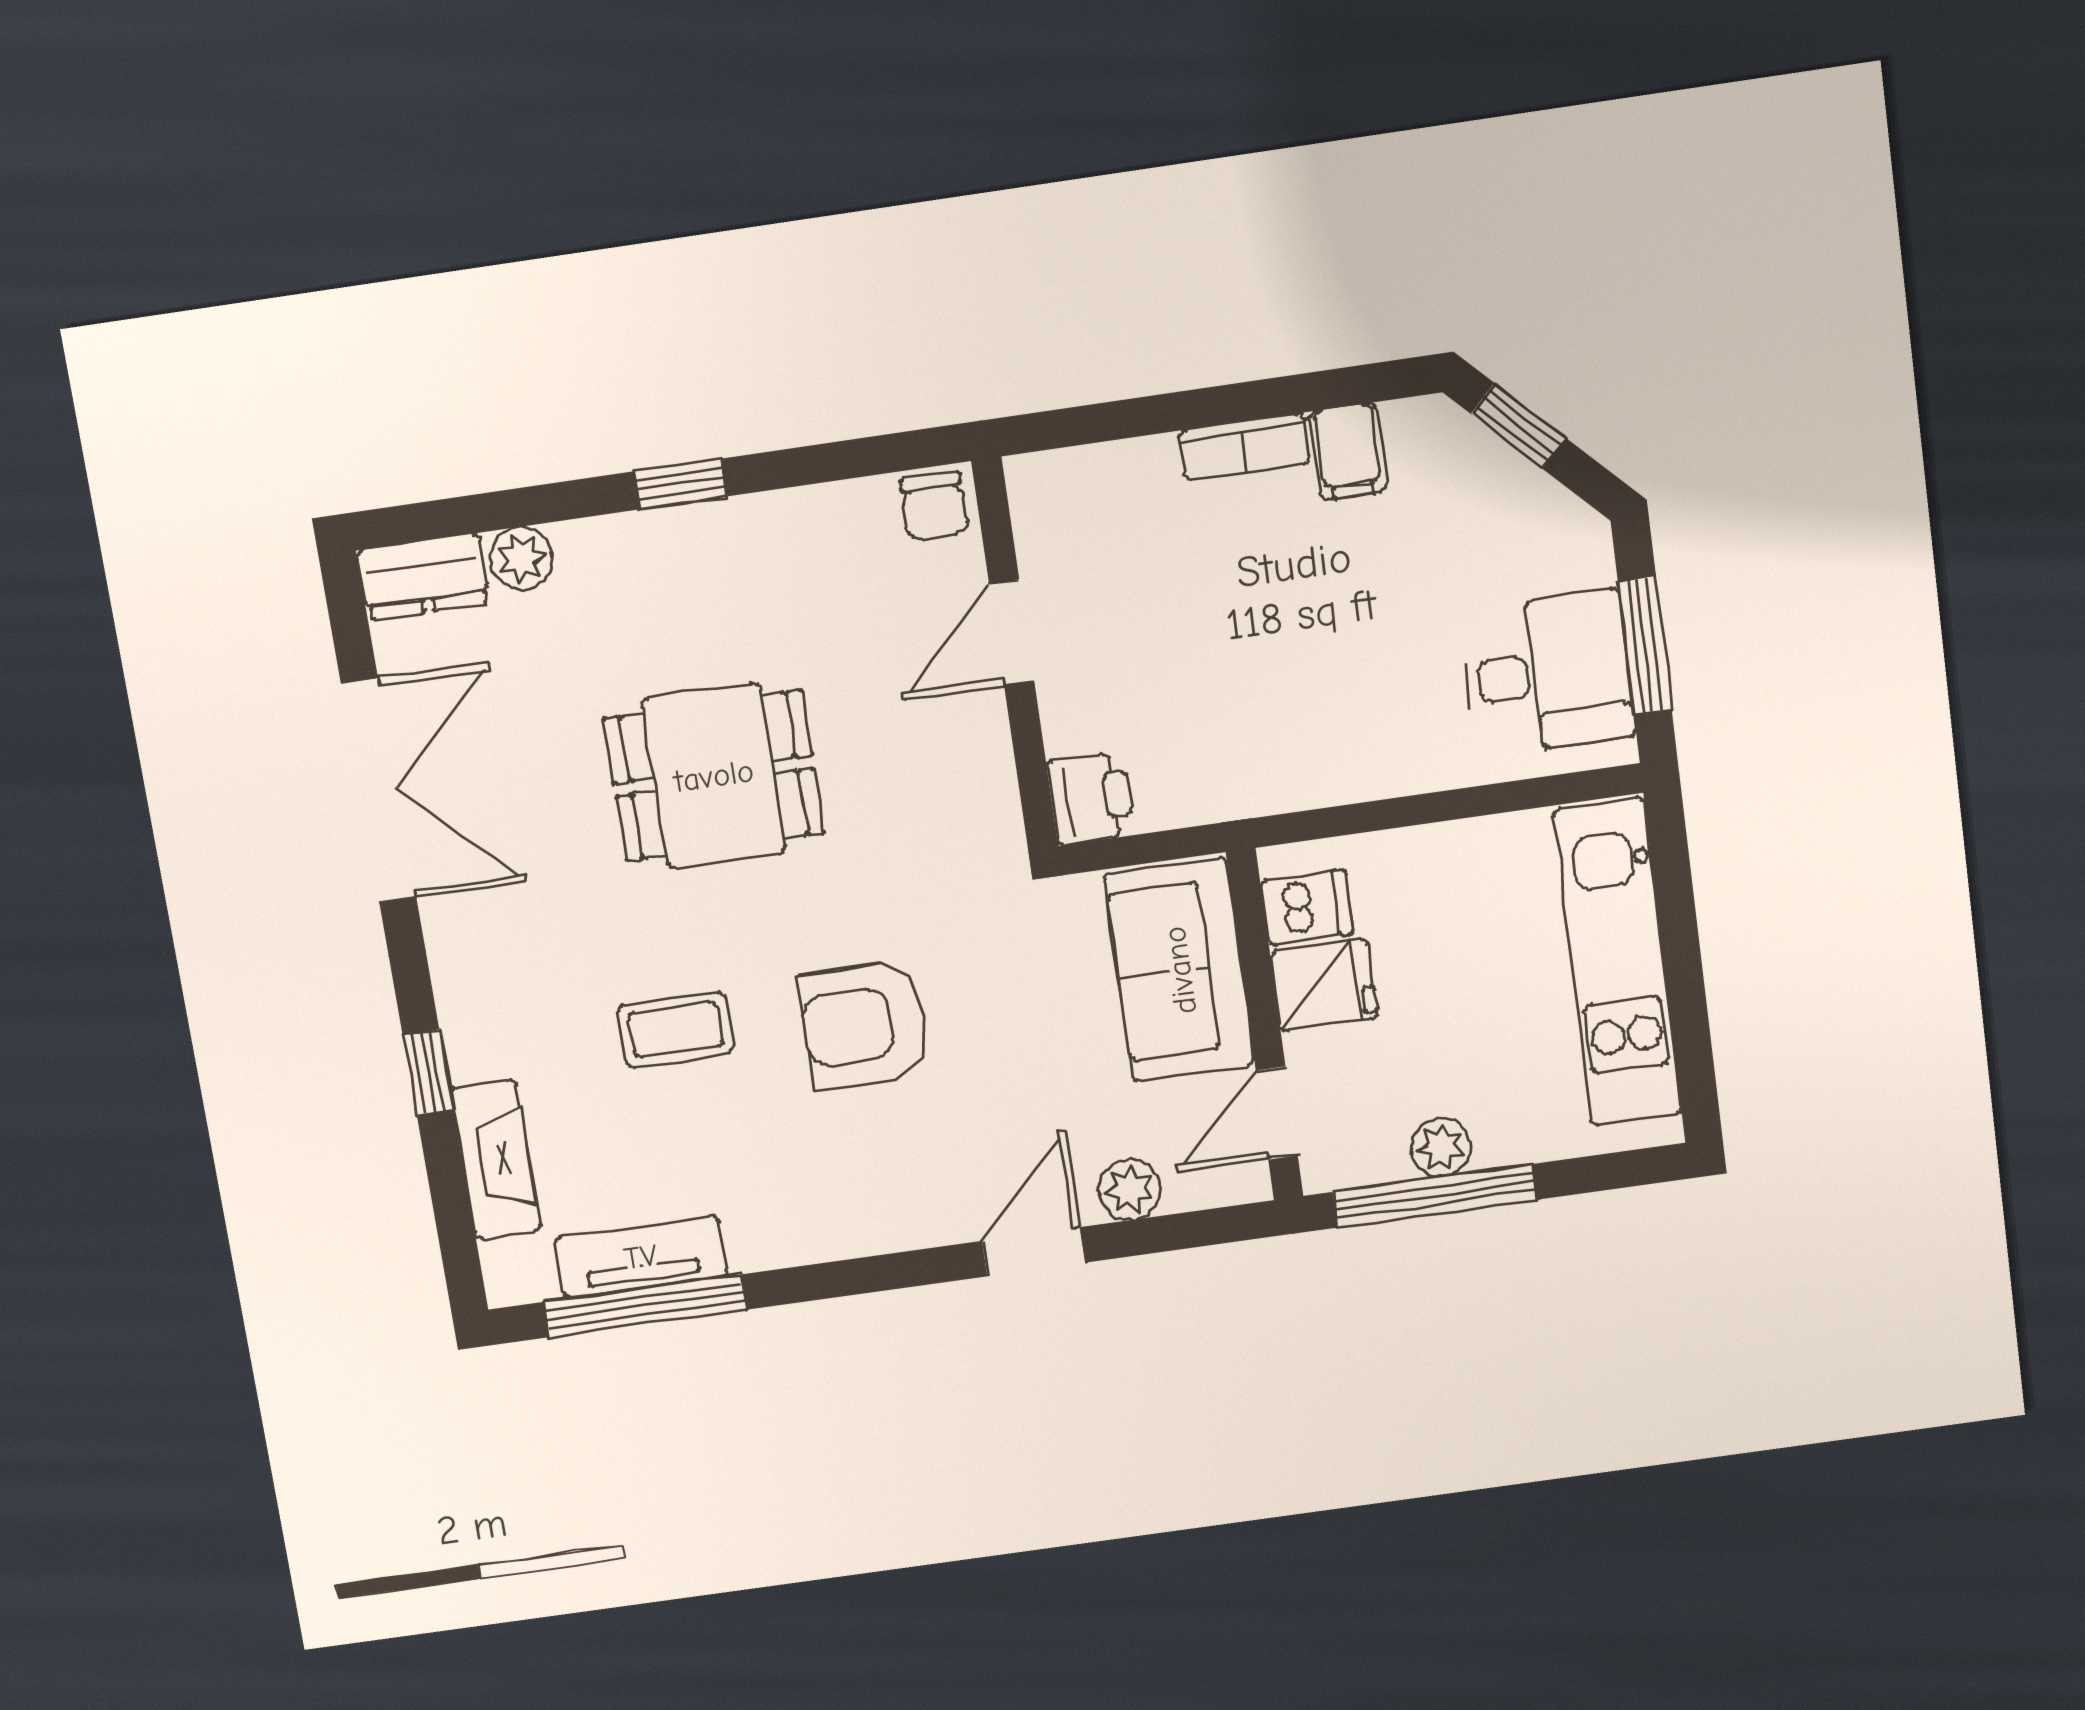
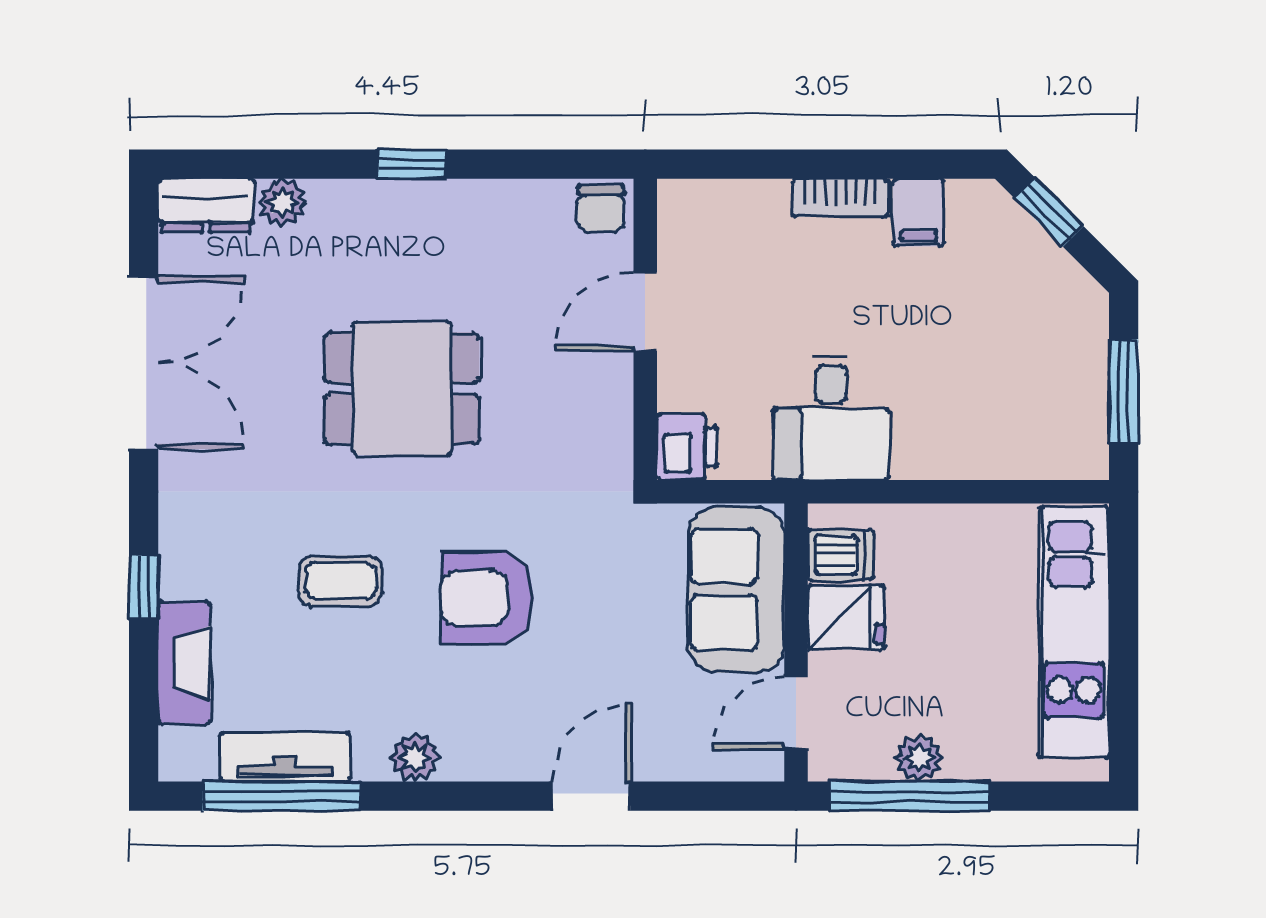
desk: (1547, 673) -> (831, 418), moved, turned 90
plant: (1130, 1190) -> (415, 757), moved

